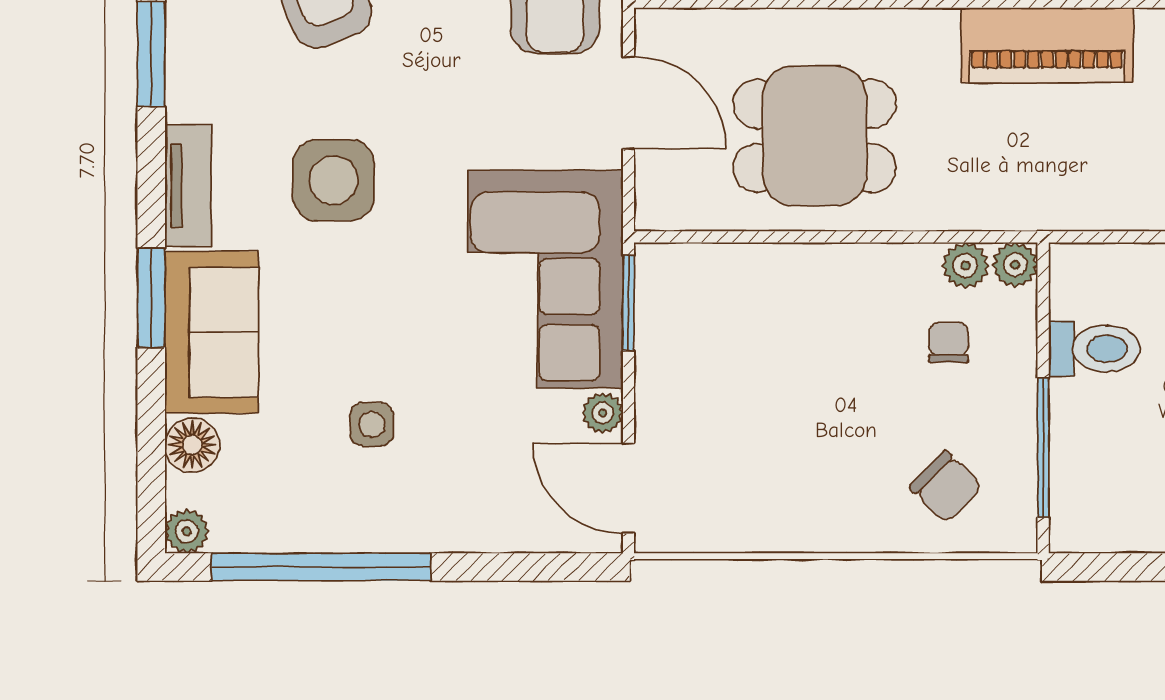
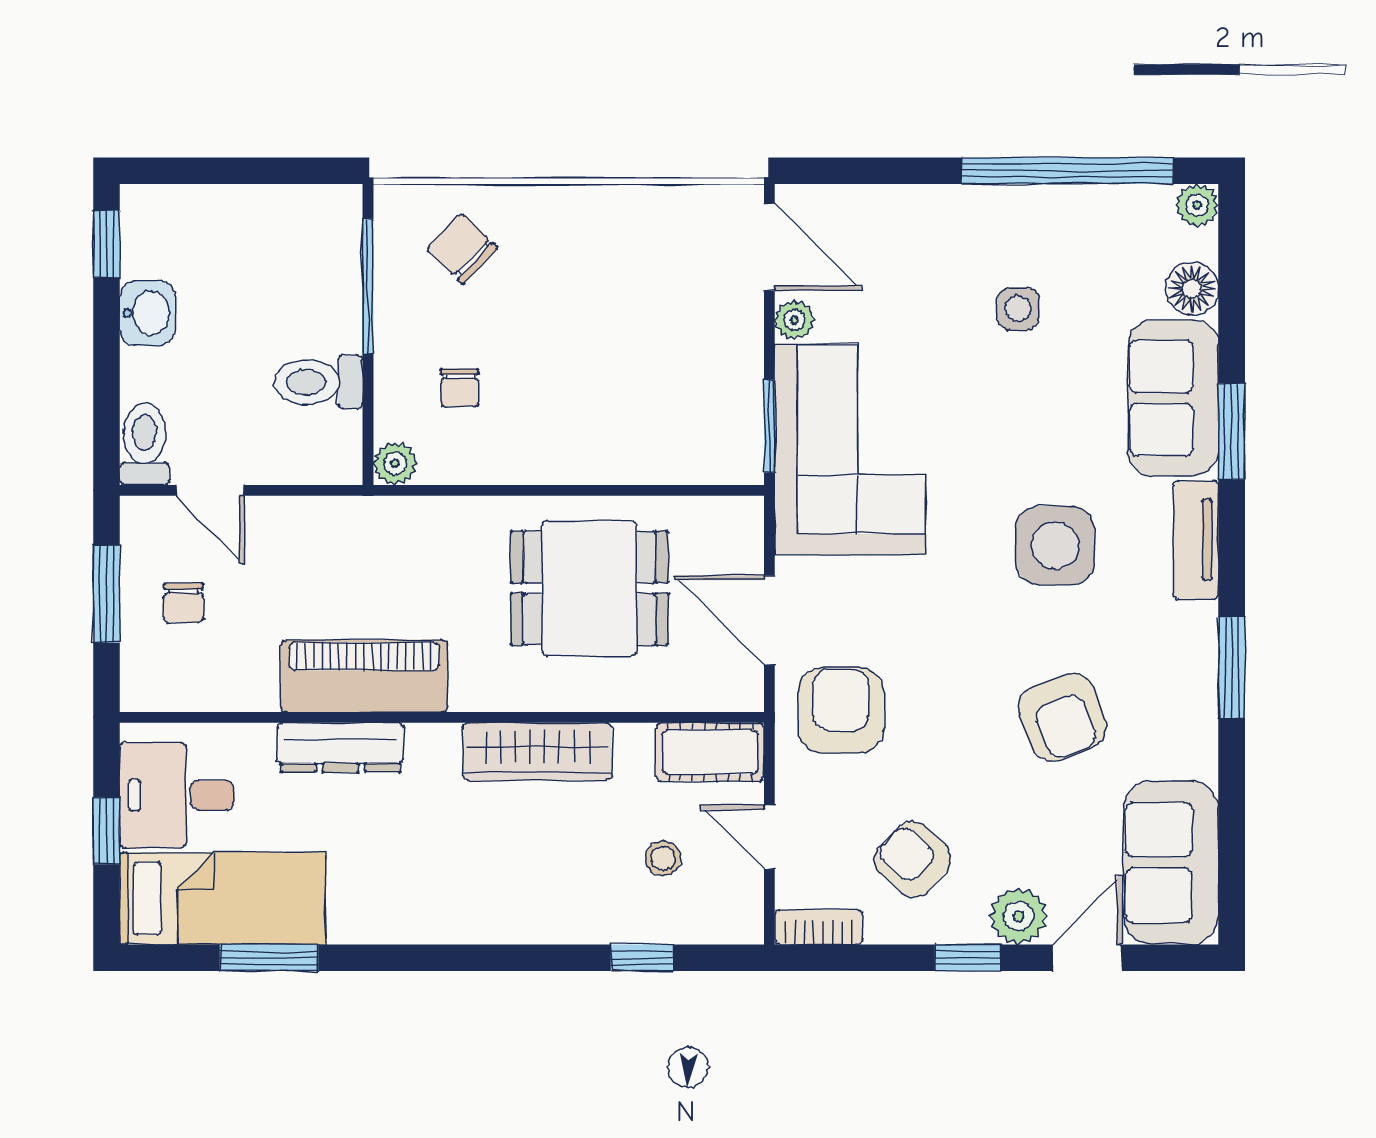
plant: (965, 265) -> (443, 463), removed

